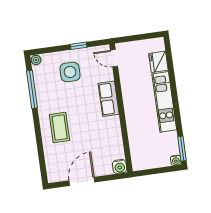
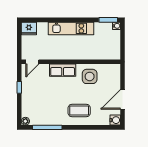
fridge: (158, 62) -> (29, 28), moved
side table: (70, 72) -> (90, 76), moved
water cooler: (120, 166) -> (115, 120), moved
door: (82, 181) -> (122, 99), hinge flipped

